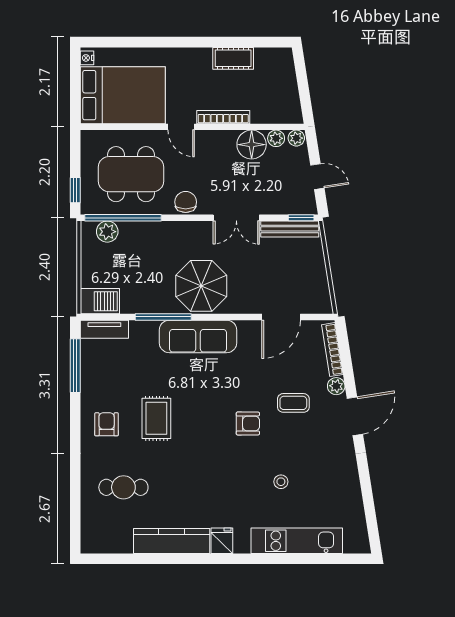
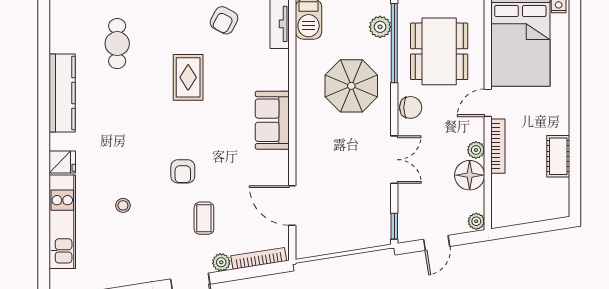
plant: (276, 138) -> (476, 150), moved
double door: (236, 218) -> (394, 160), swing flipped
bench: (290, 229) -> (383, 215), removed
parasol: (201, 286) -> (351, 86), moved
window: (163, 317) -> (292, 84), removed
sofa: (198, 336) -> (272, 120), width x0.73
rug: (156, 418) -> (188, 77), turned 90
armchair: (107, 424) -> (224, 20), moved, turned 118
fridge: (222, 541) -> (62, 162), moved

